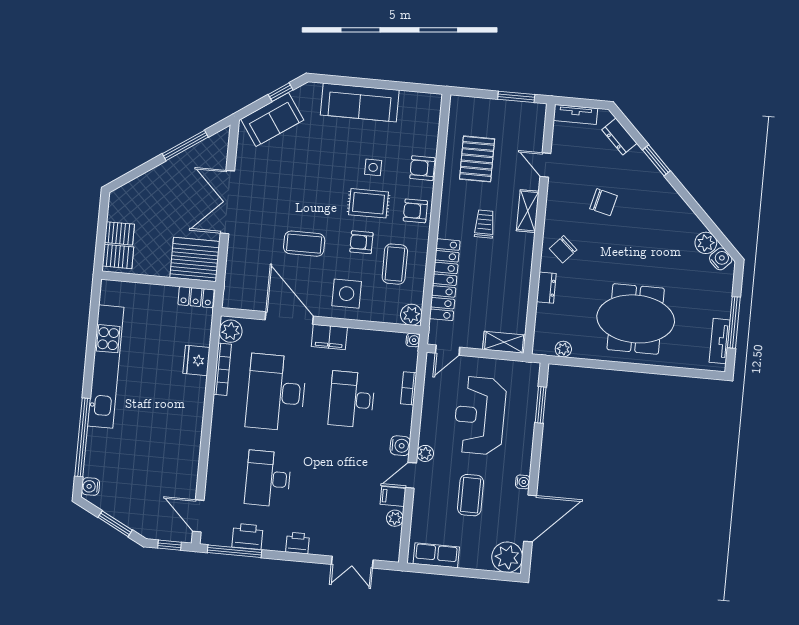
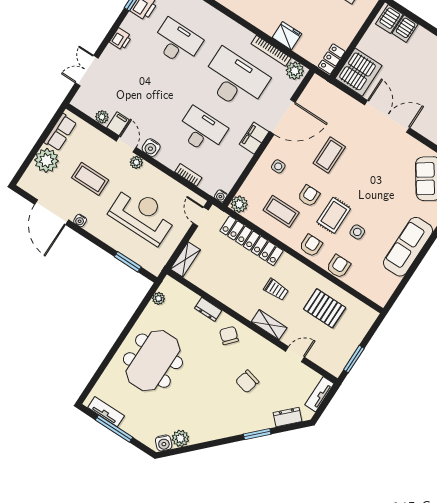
side table: (347, 294) -> (278, 166), width x0.54, depth x0.54
plant: (507, 557) -> (47, 160), moved

